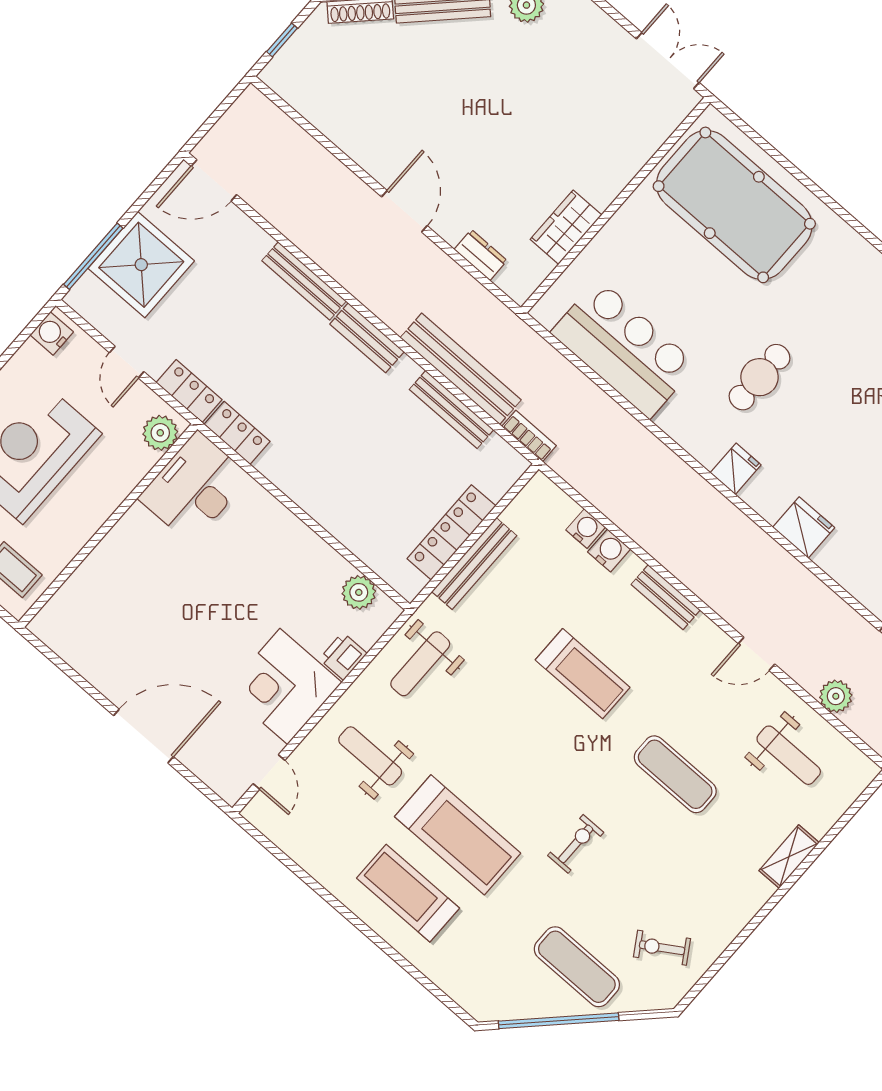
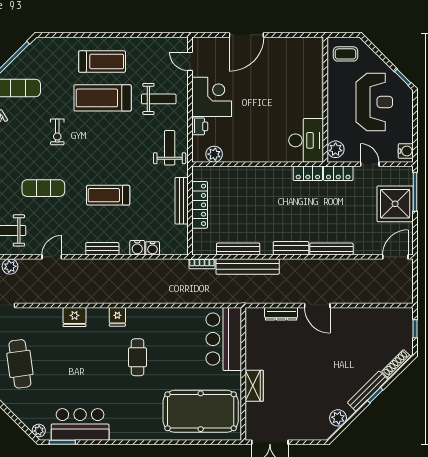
wardrobe: (566, 227) -> (254, 386), moved
dresser: (481, 255) -> (281, 314), width x1.44
bar counter: (624, 349) -> (224, 339), moved, turned 90

